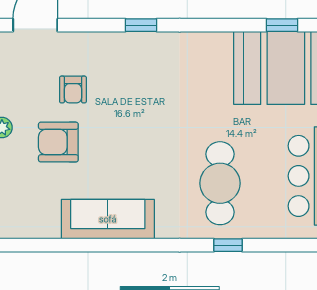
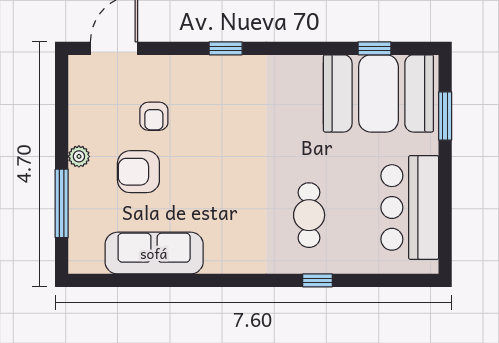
cafe table: (220, 183) -> (309, 215), width x0.73, depth x0.74
sofa: (108, 219) -> (154, 253), moved

